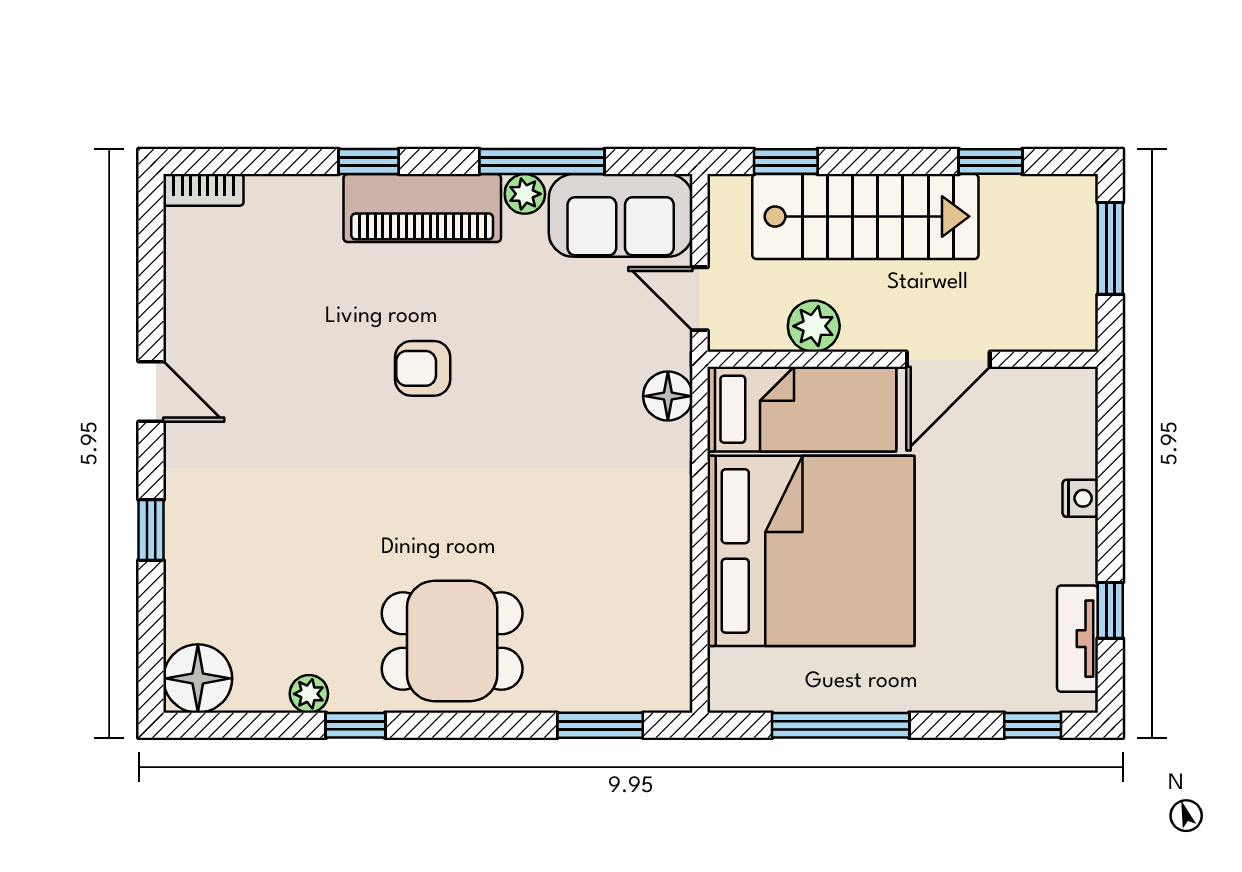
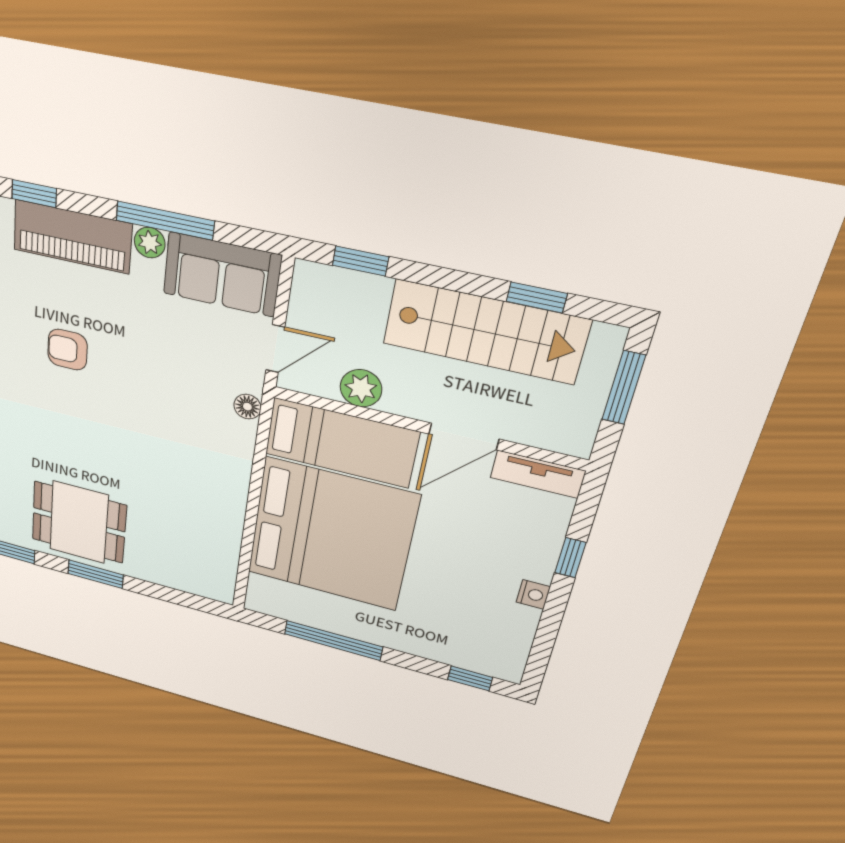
stairs: (865, 216) -> (485, 332), moved
door: (700, 299) -> (275, 349), swing flipped
floor lamp: (668, 396) -> (247, 407), width x0.73, depth x0.73
nightstand: (1080, 498) -> (533, 594), moved
window: (1110, 610) -> (570, 558), moved
tv unit: (1078, 639) -> (538, 474), moved, turned -90
window: (600, 725) -> (95, 574), moved

